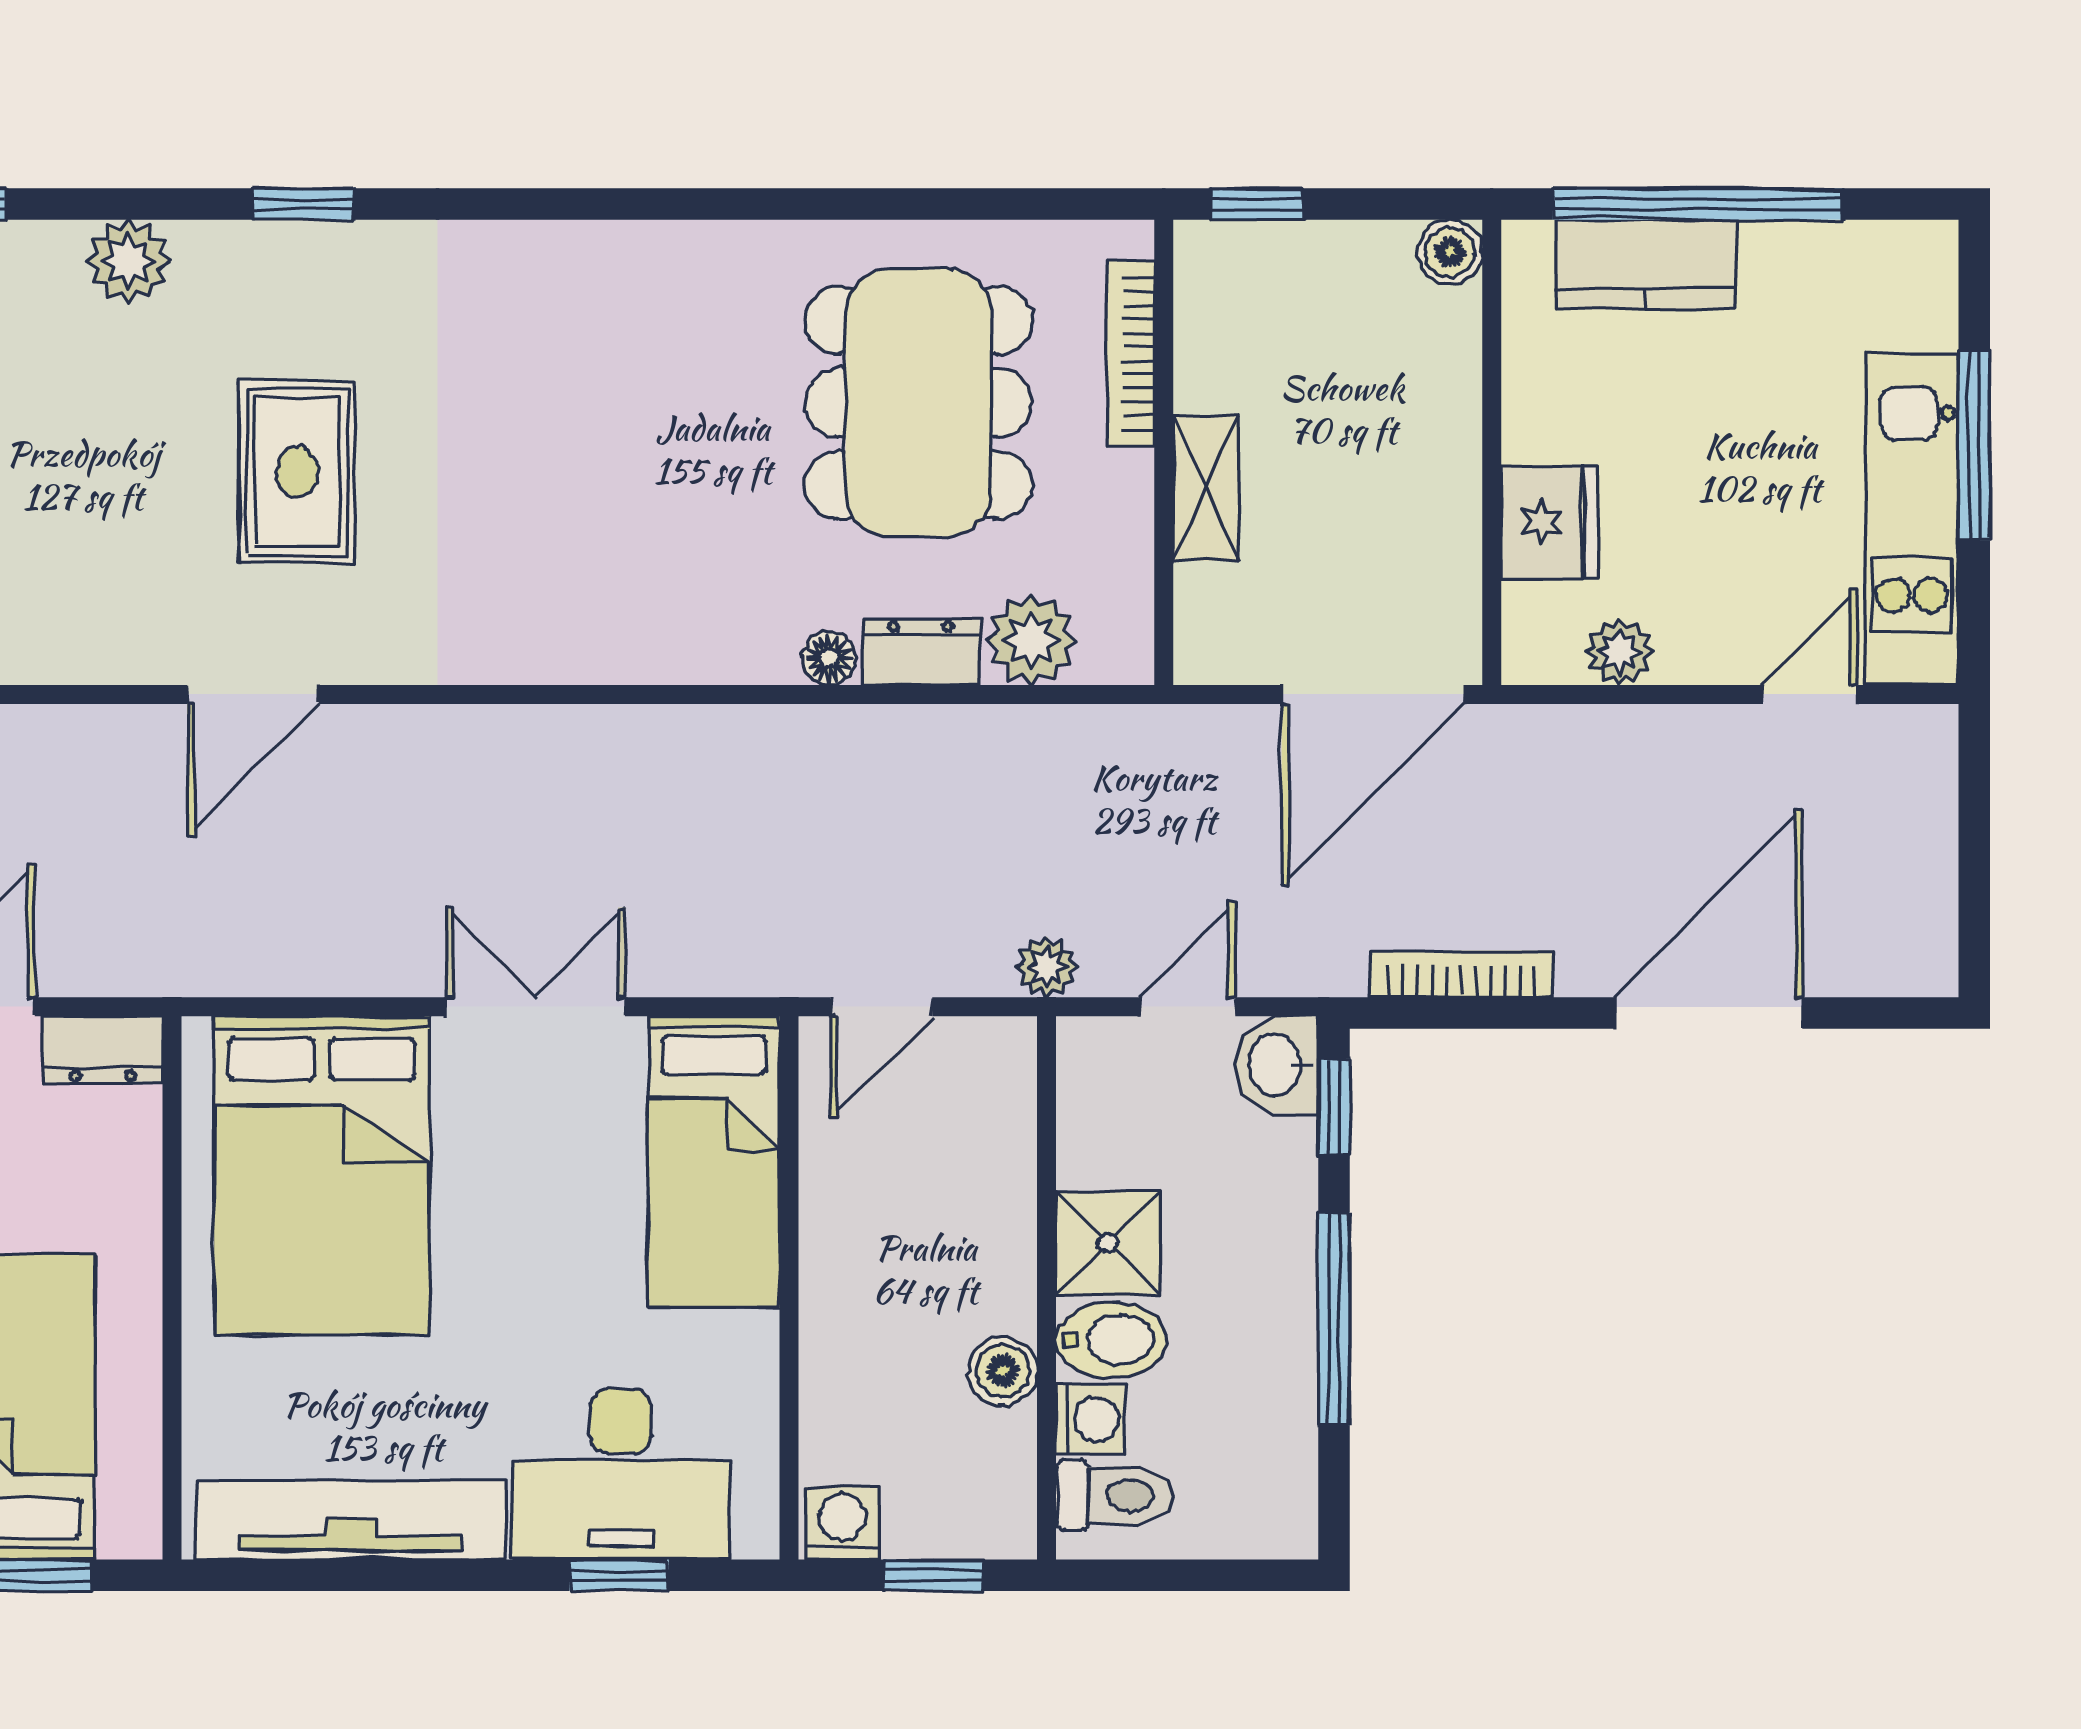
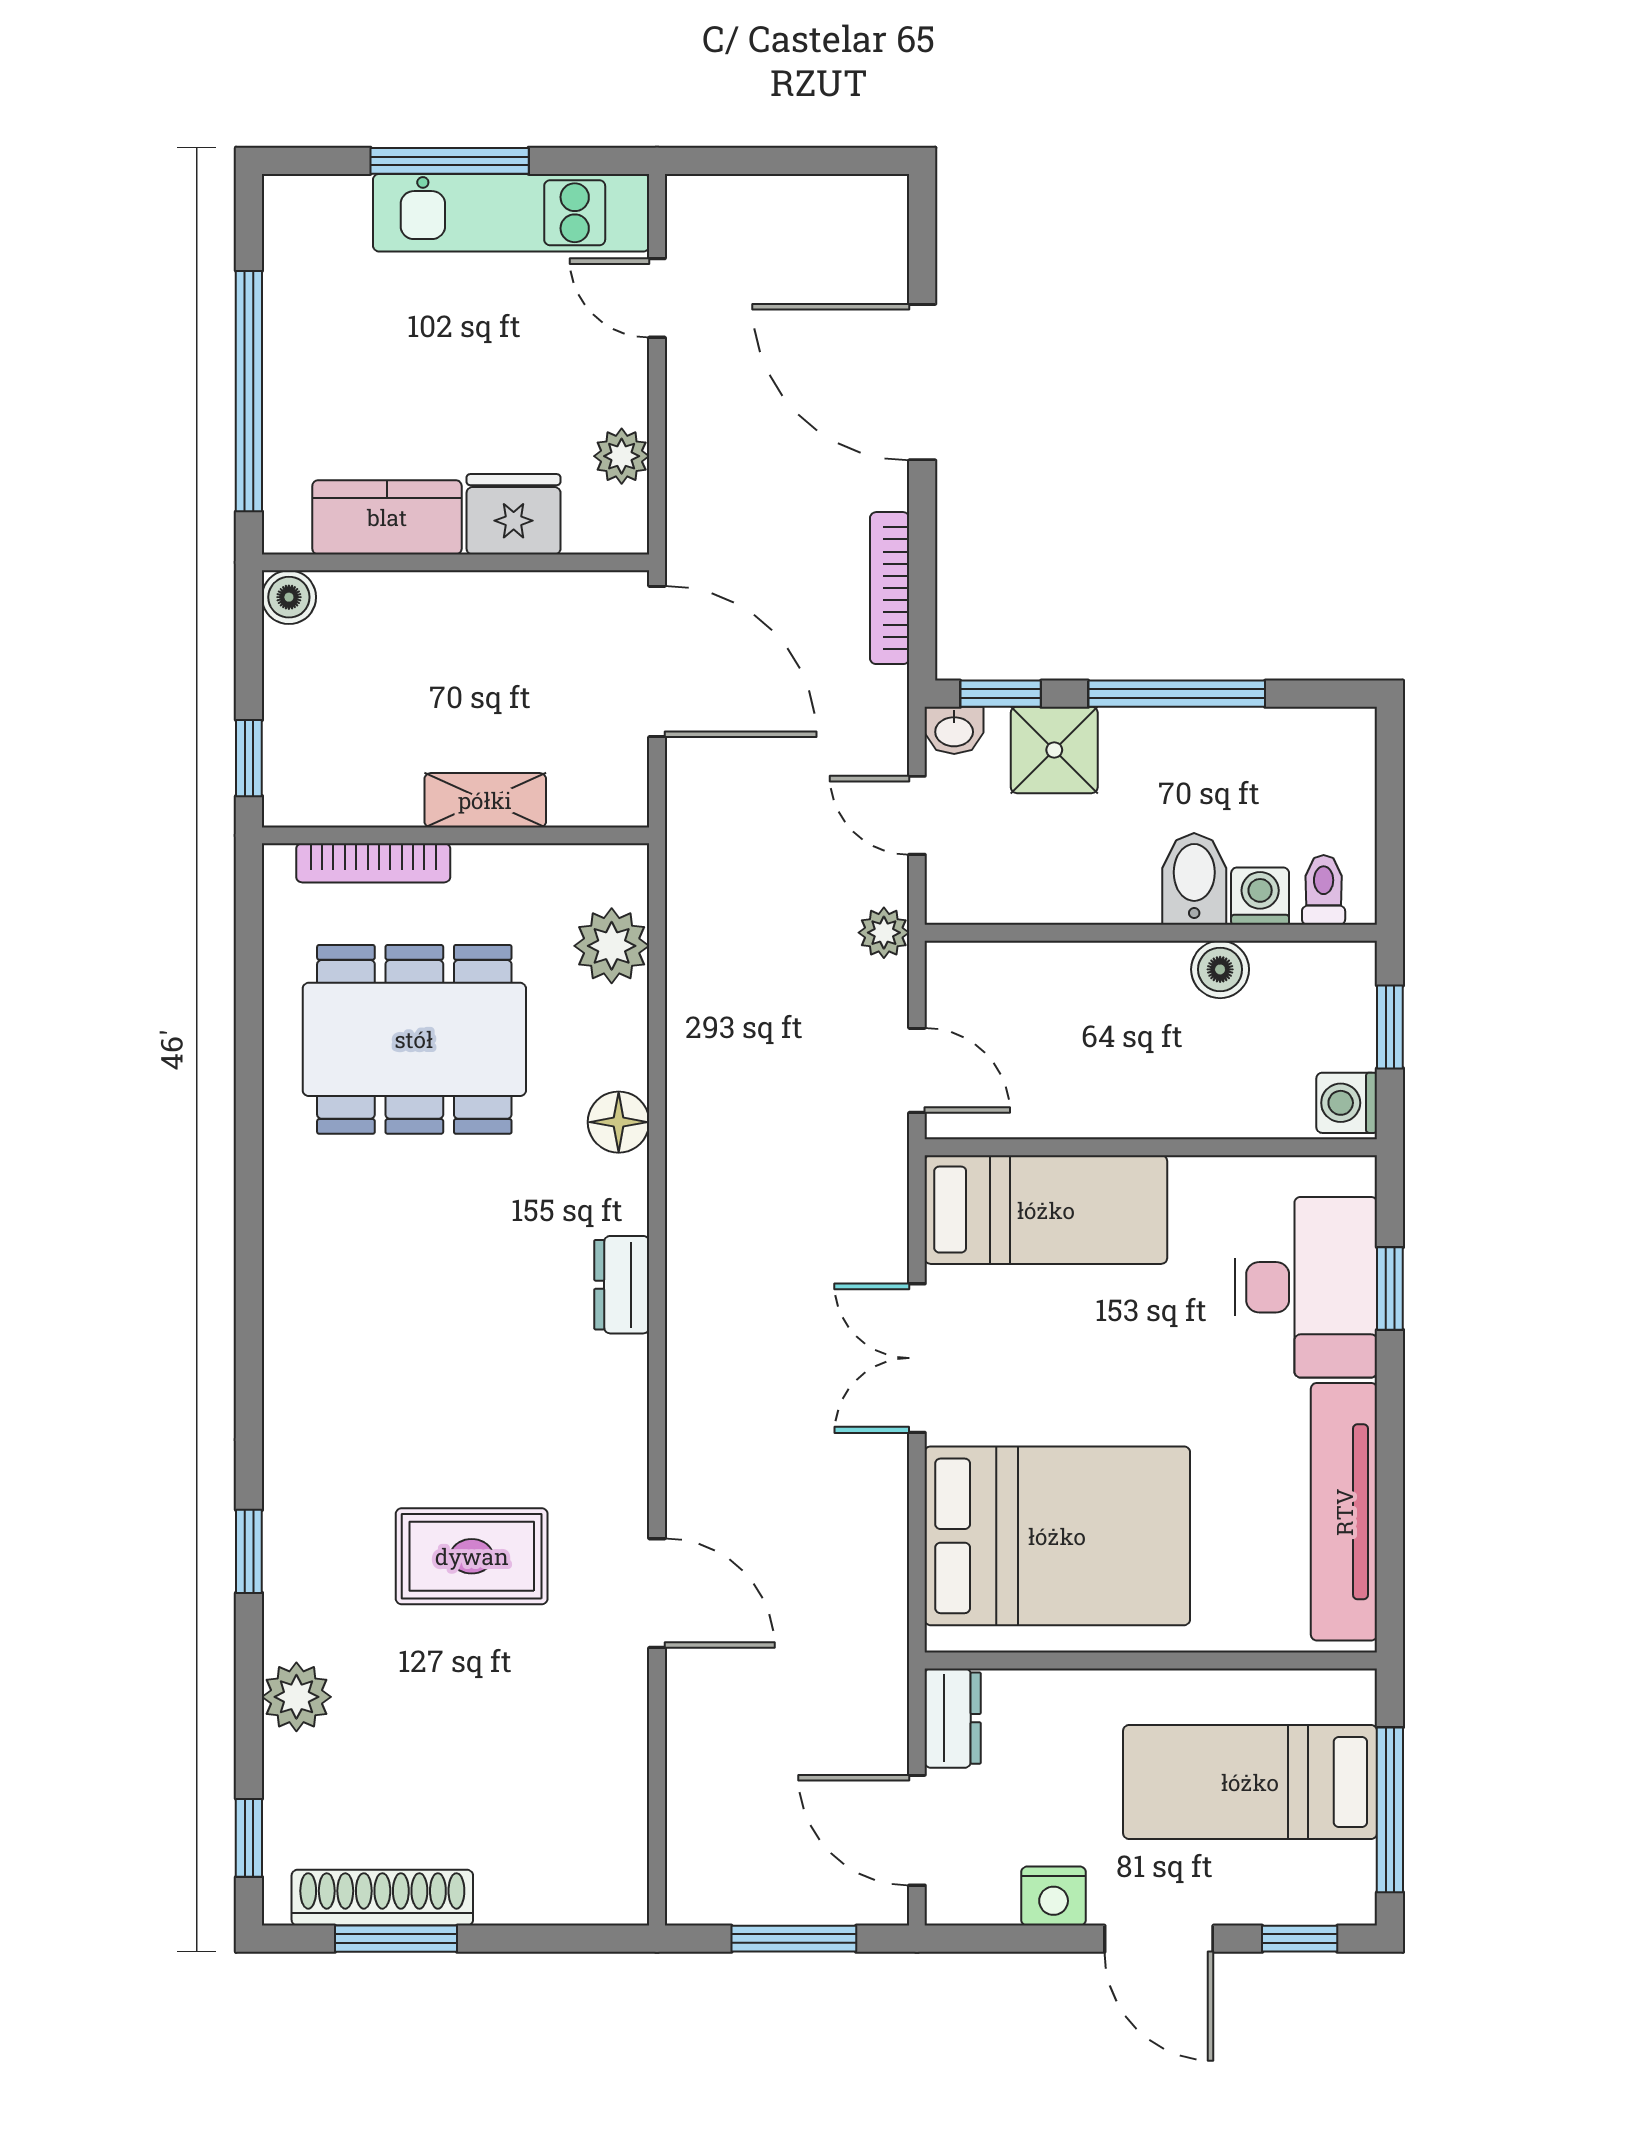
kitchen counter: (1646, 264) -> (387, 517), moved, turned -90
dresser: (921, 652) -> (622, 1285), moved
floor lamp: (829, 658) -> (619, 1122), width x1.37, depth x1.37
washbasin: (1277, 1065) -> (954, 730), width x0.72, depth x0.69
shower: (1108, 1243) -> (1054, 750), moved
toilet: (1114, 1495) -> (1324, 890), width x0.73, depth x0.72

